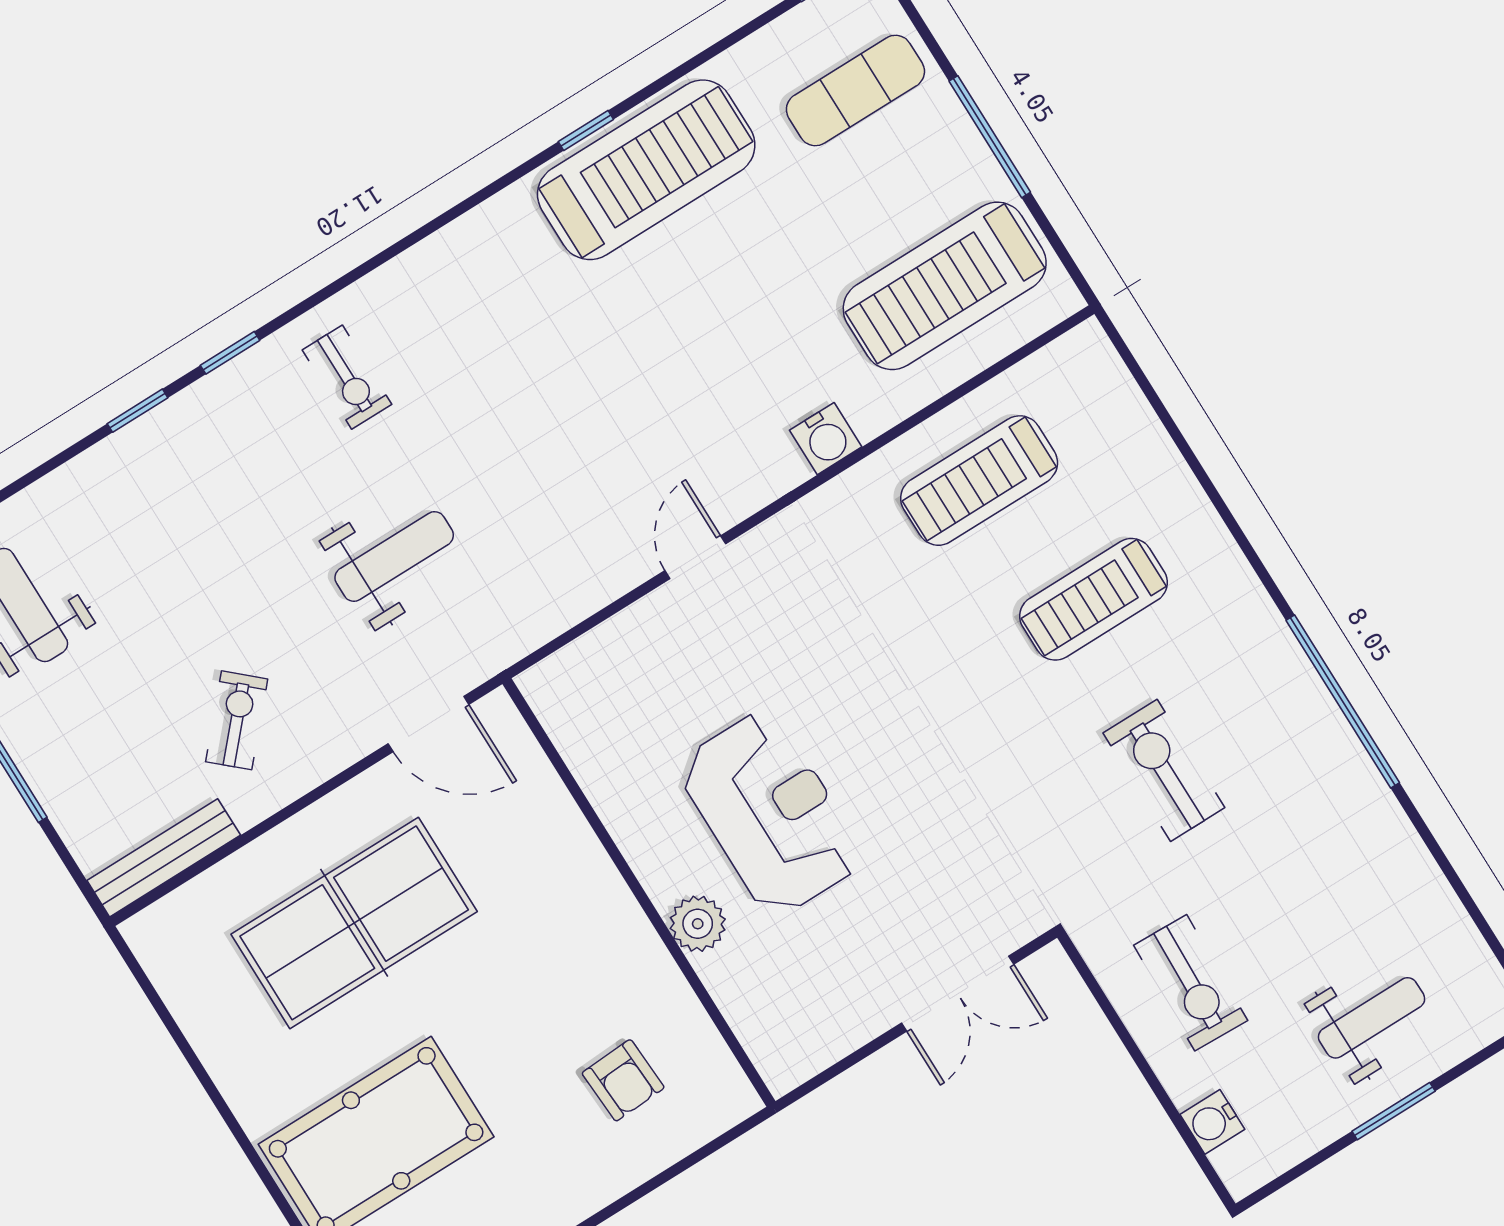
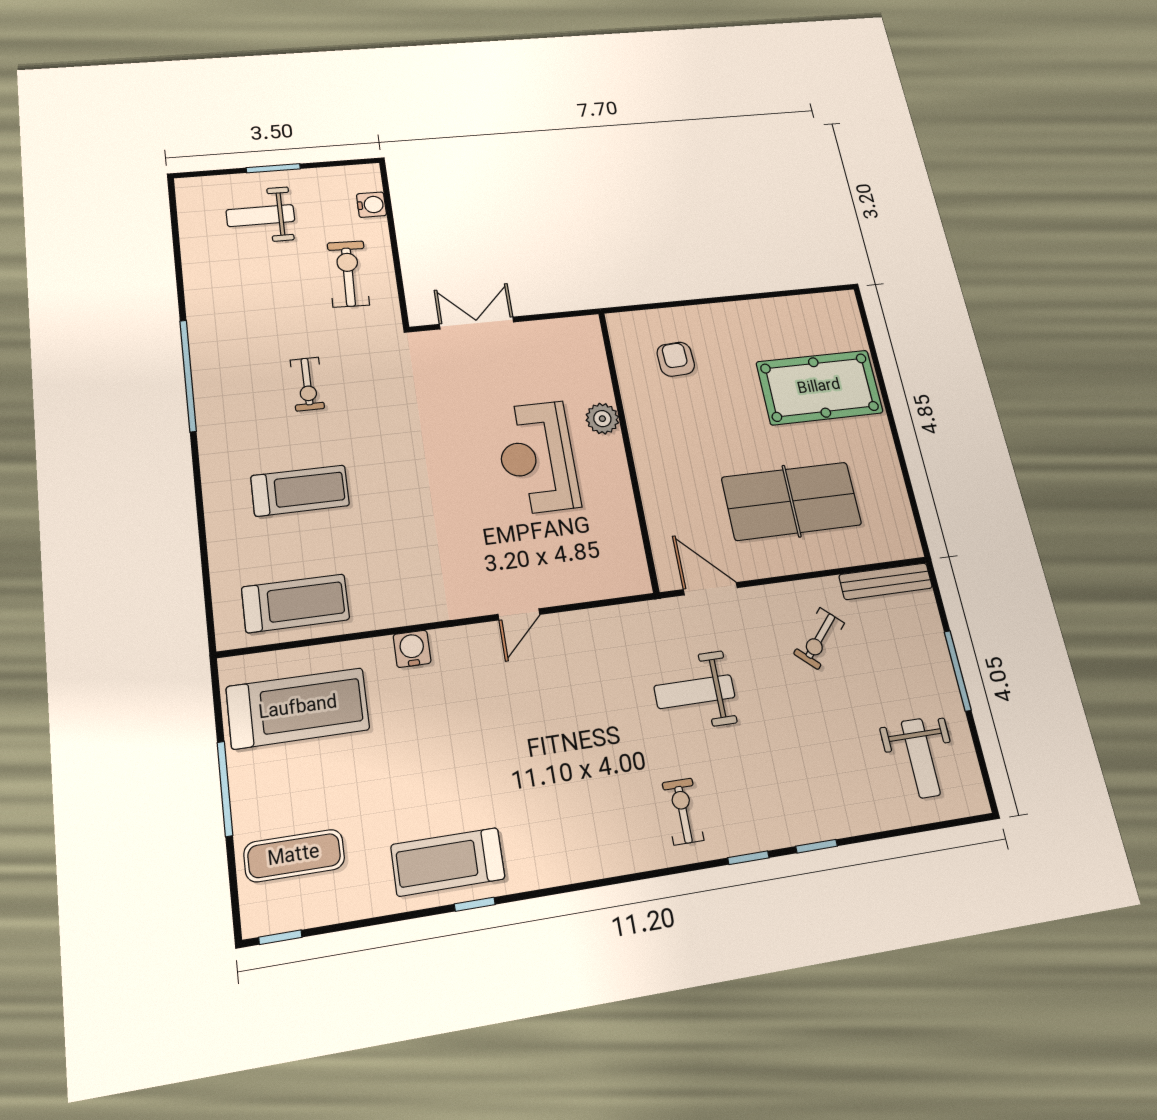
treadmill: (646, 170) -> (448, 862), width x0.73, depth x0.73
treadmill: (979, 481) -> (296, 603), moved
exercise bike: (1164, 770) -> (307, 384), width x0.73, depth x0.72

